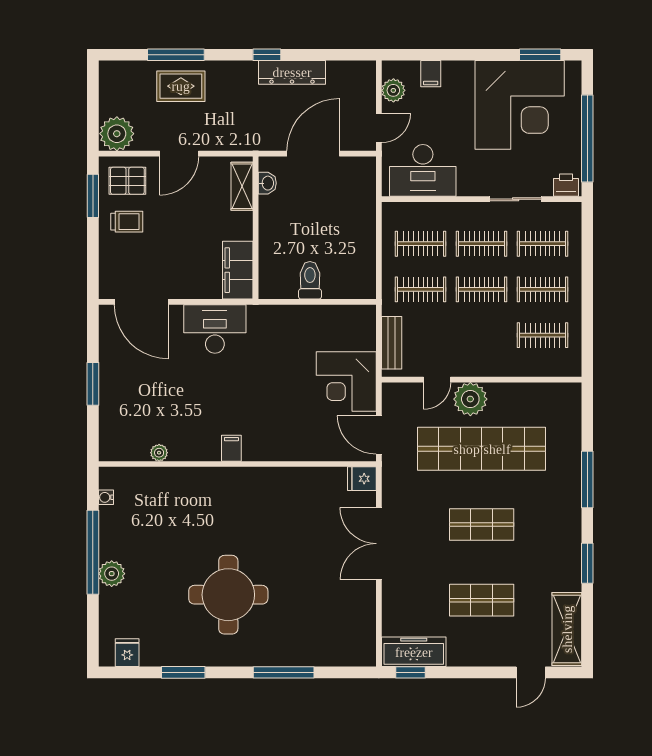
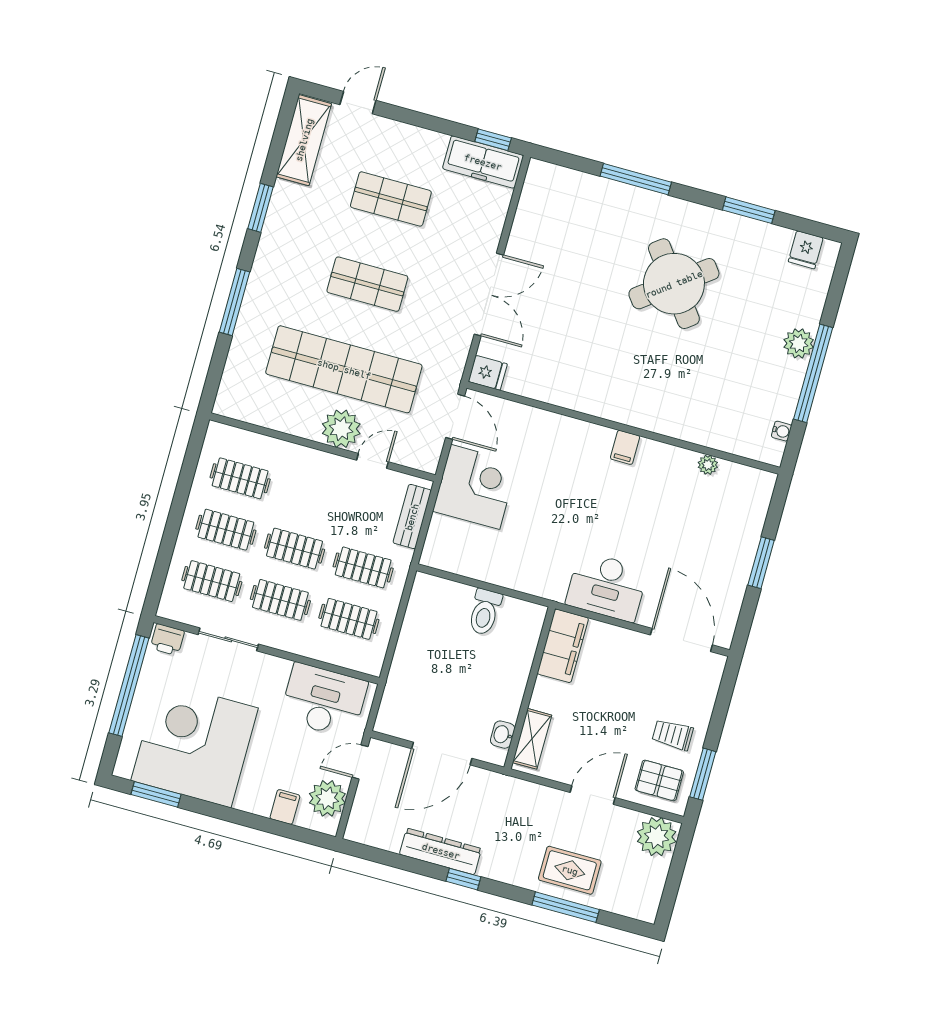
plant: (393, 90) -> (327, 798), width x1.36, depth x1.36
round table: (228, 595) -> (674, 284), turned -37

